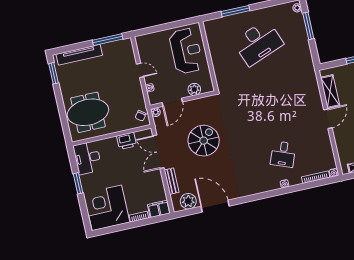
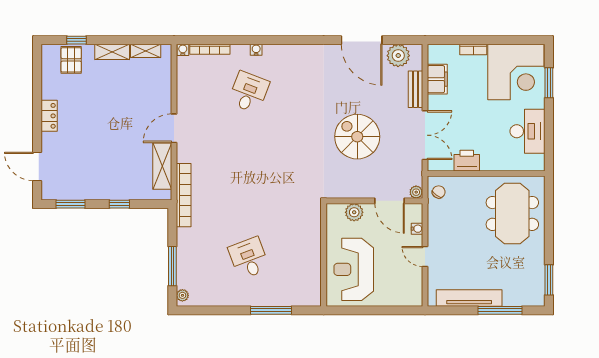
window: (108, 40) -> (500, 310), moved
desk: (258, 43) -> (249, 258), width x0.53, depth x0.77
tv unit: (79, 55) -> (469, 298), moved
bookcase: (311, 75) -> (184, 195), added
door: (172, 102) -> (390, 201), swing flipped
meeting table: (88, 112) -> (512, 213), turned 90
spiral stairs: (204, 141) -> (357, 137), turned 90
desk: (87, 158) -> (527, 131), moved
window: (78, 183) -> (549, 83), moved
filing cabinet: (159, 209) -> (437, 79), moved, turned -90

